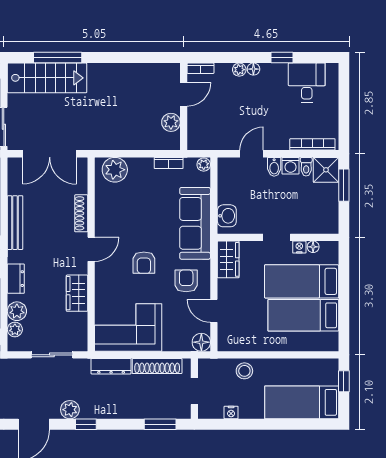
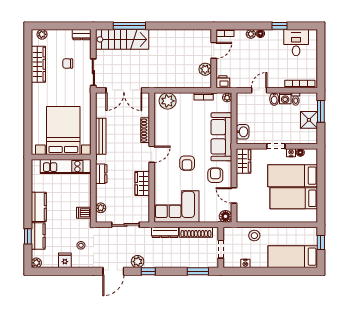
printer: (197, 141) -> (223, 82), added
shower: (326, 170) -> (309, 120), moved
plant: (17, 311) -> (102, 196), removed

